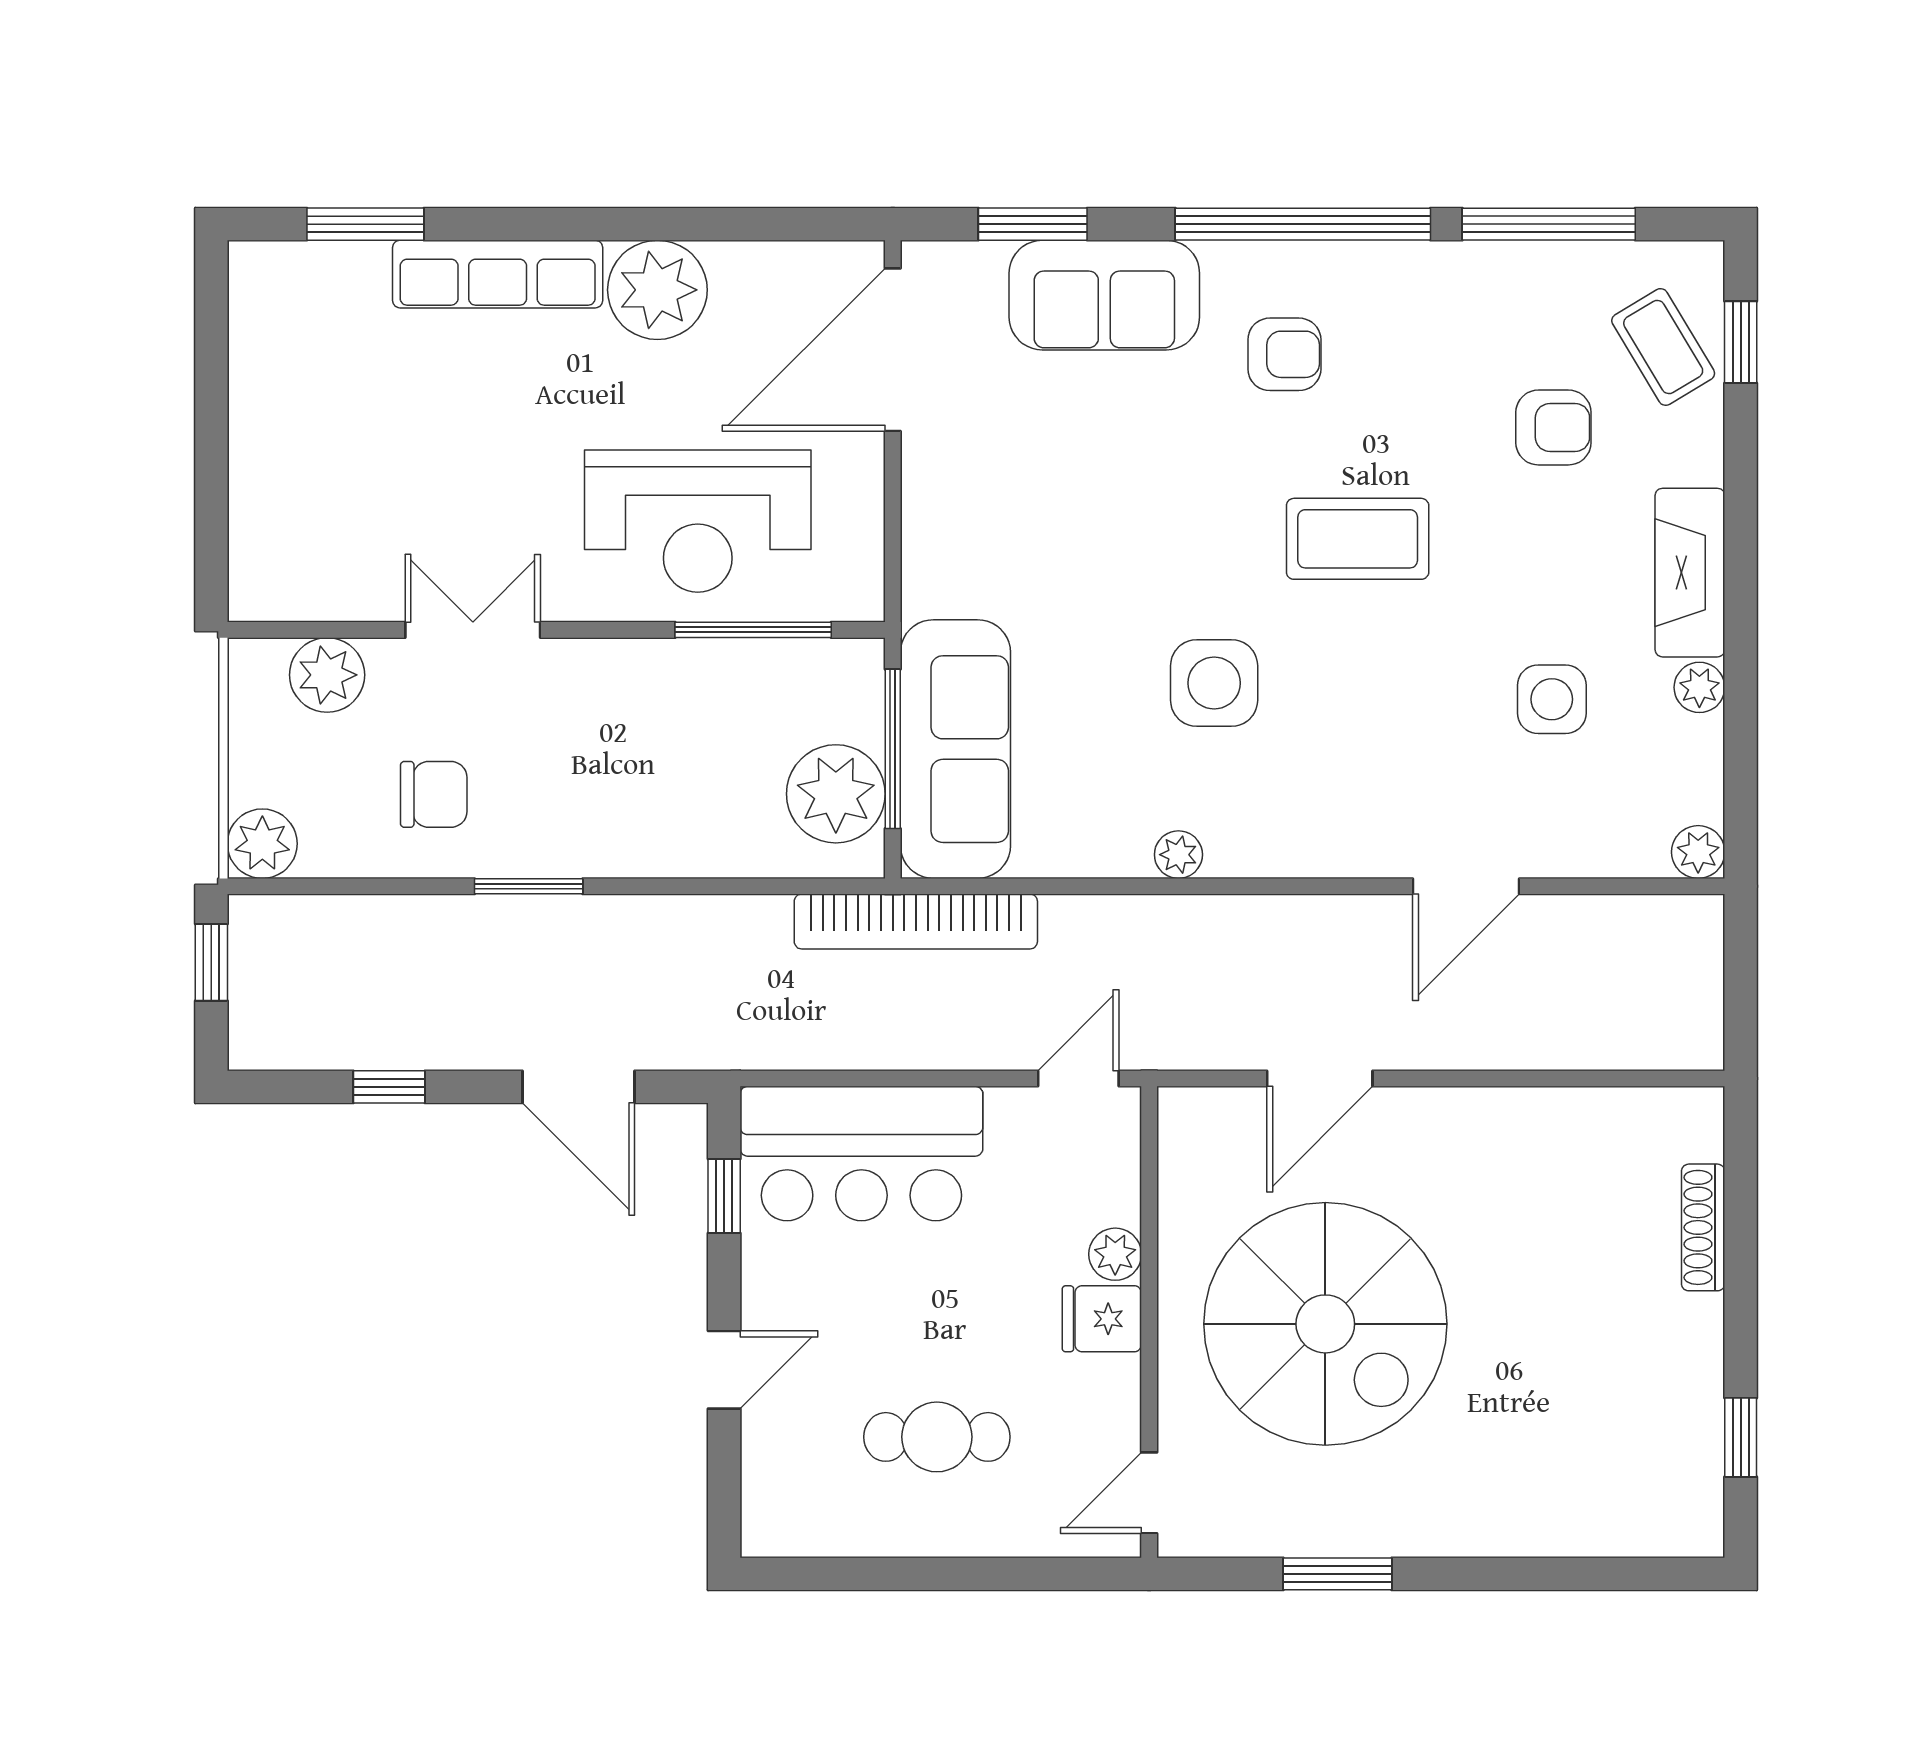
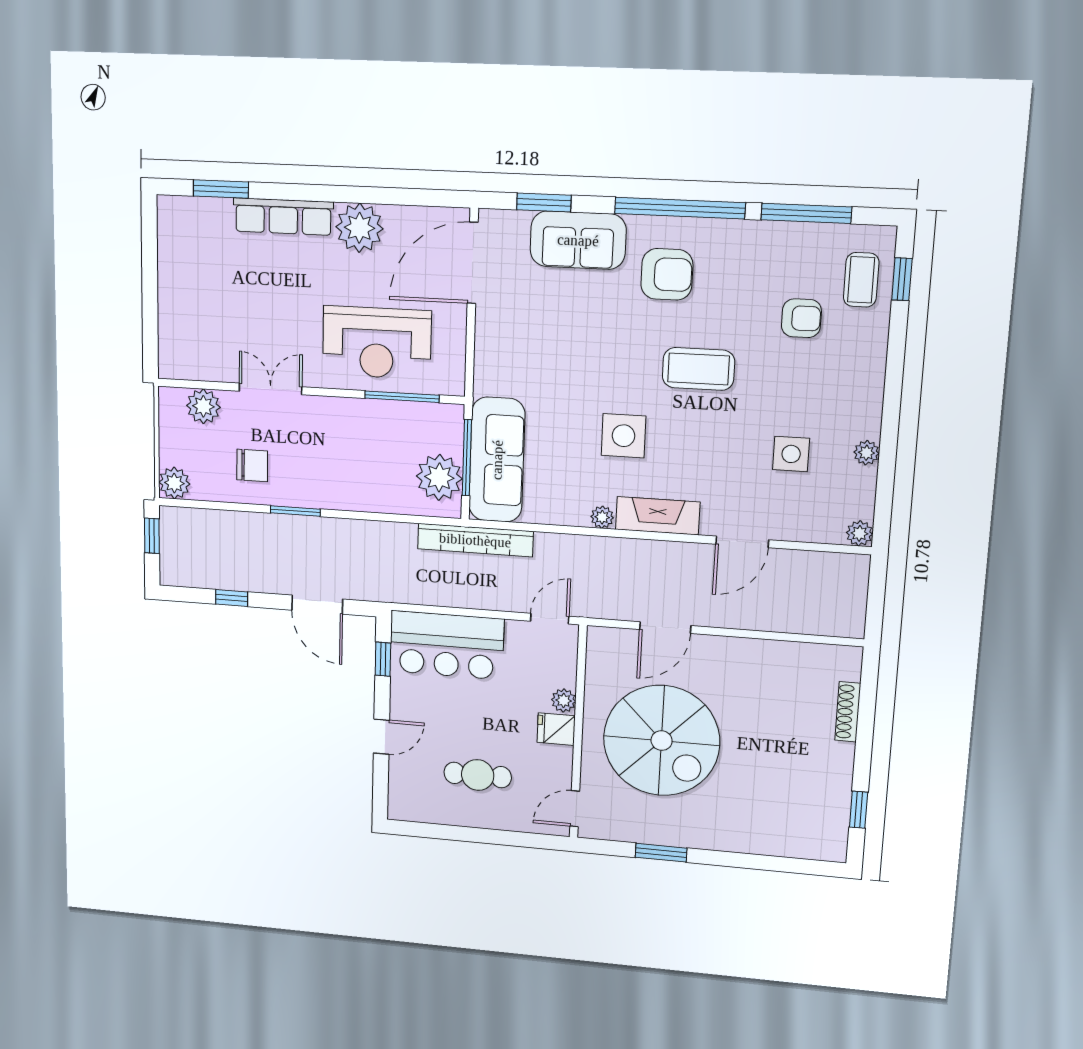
coffee table: (1663, 347) -> (861, 280), turned 31
armchair: (1284, 354) -> (667, 274), width x1.38, depth x1.38
fireplace: (1690, 573) -> (658, 516), moved, turned 90

